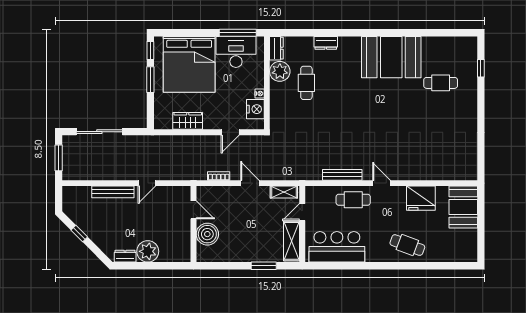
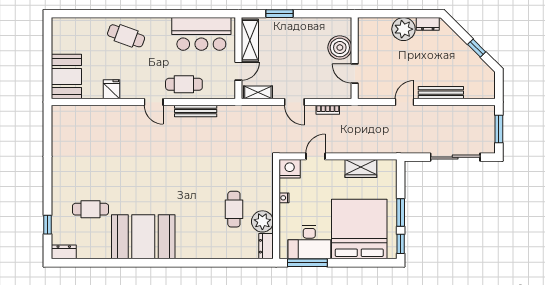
dresser: (326, 43) -> (64, 252), moved
nightstand: (255, 109) -> (290, 169), moved, turned 90
fridge: (421, 198) -> (112, 89), width x0.53, depth x0.75

